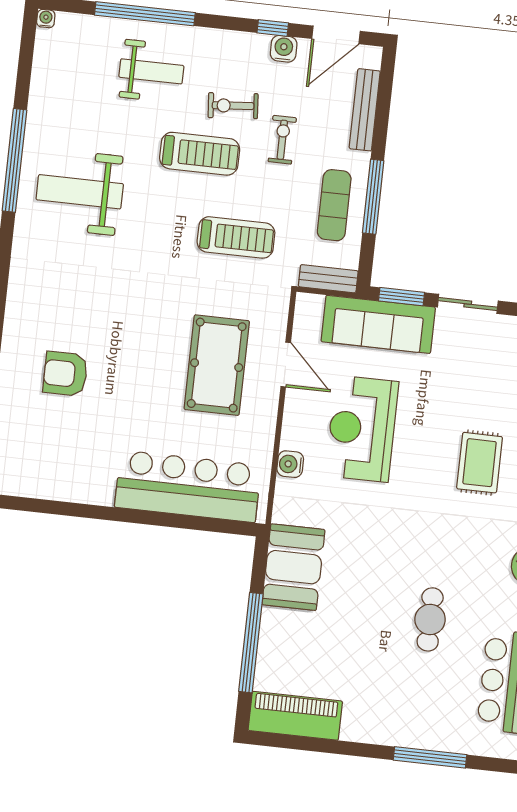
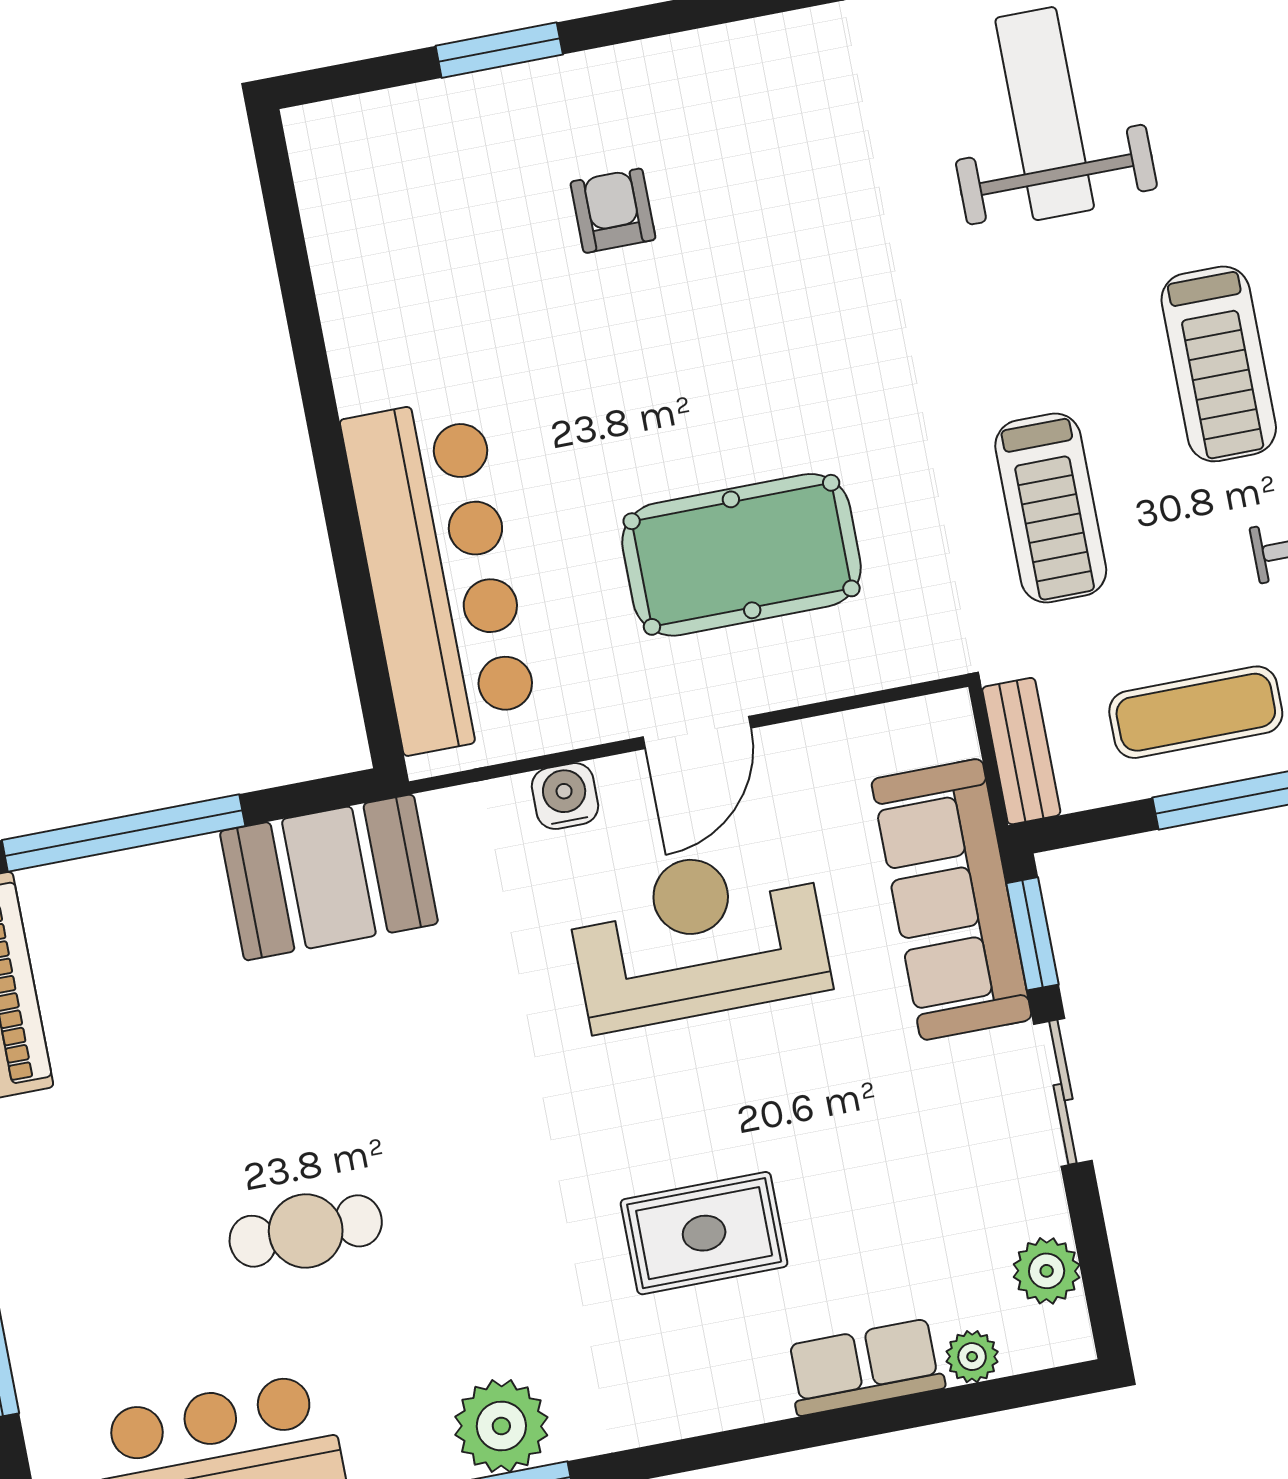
door: (286, 365) -> (697, 732), moved
armchair: (65, 374) -> (613, 211), width x0.72, depth x0.72

